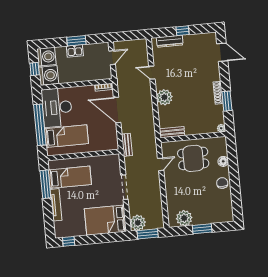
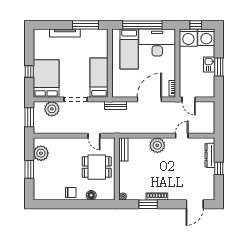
door: (112, 58) -> (189, 99), moved
dining table: (193, 158) -> (97, 167), turned 90
bed: (70, 177) -> (99, 78), moved, turned 180
plant: (138, 223) -> (52, 109), moved
window: (69, 241) -> (29, 72), moved

